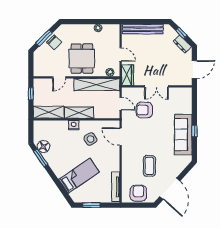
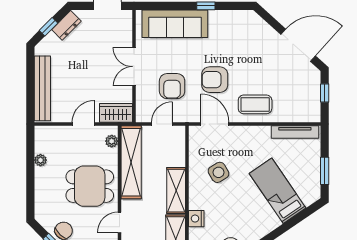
door: (59, 77) -> (120, 223), swing flipped
double door: (156, 86) -> (134, 67), swing flipped
nightstand: (74, 125) -> (196, 219), moved
sofa: (183, 135) -> (175, 24), moved
door: (121, 137) -> (215, 124), swing flipped
coffee table: (149, 166) -> (255, 104), moved
armchair: (138, 193) -> (215, 80), moved
window: (140, 205) -> (325, 93), added

